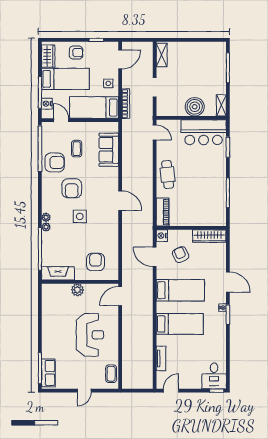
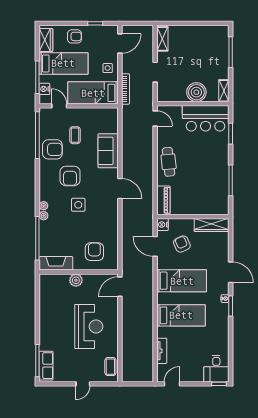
sofa: (109, 150) -> (108, 151), moved

